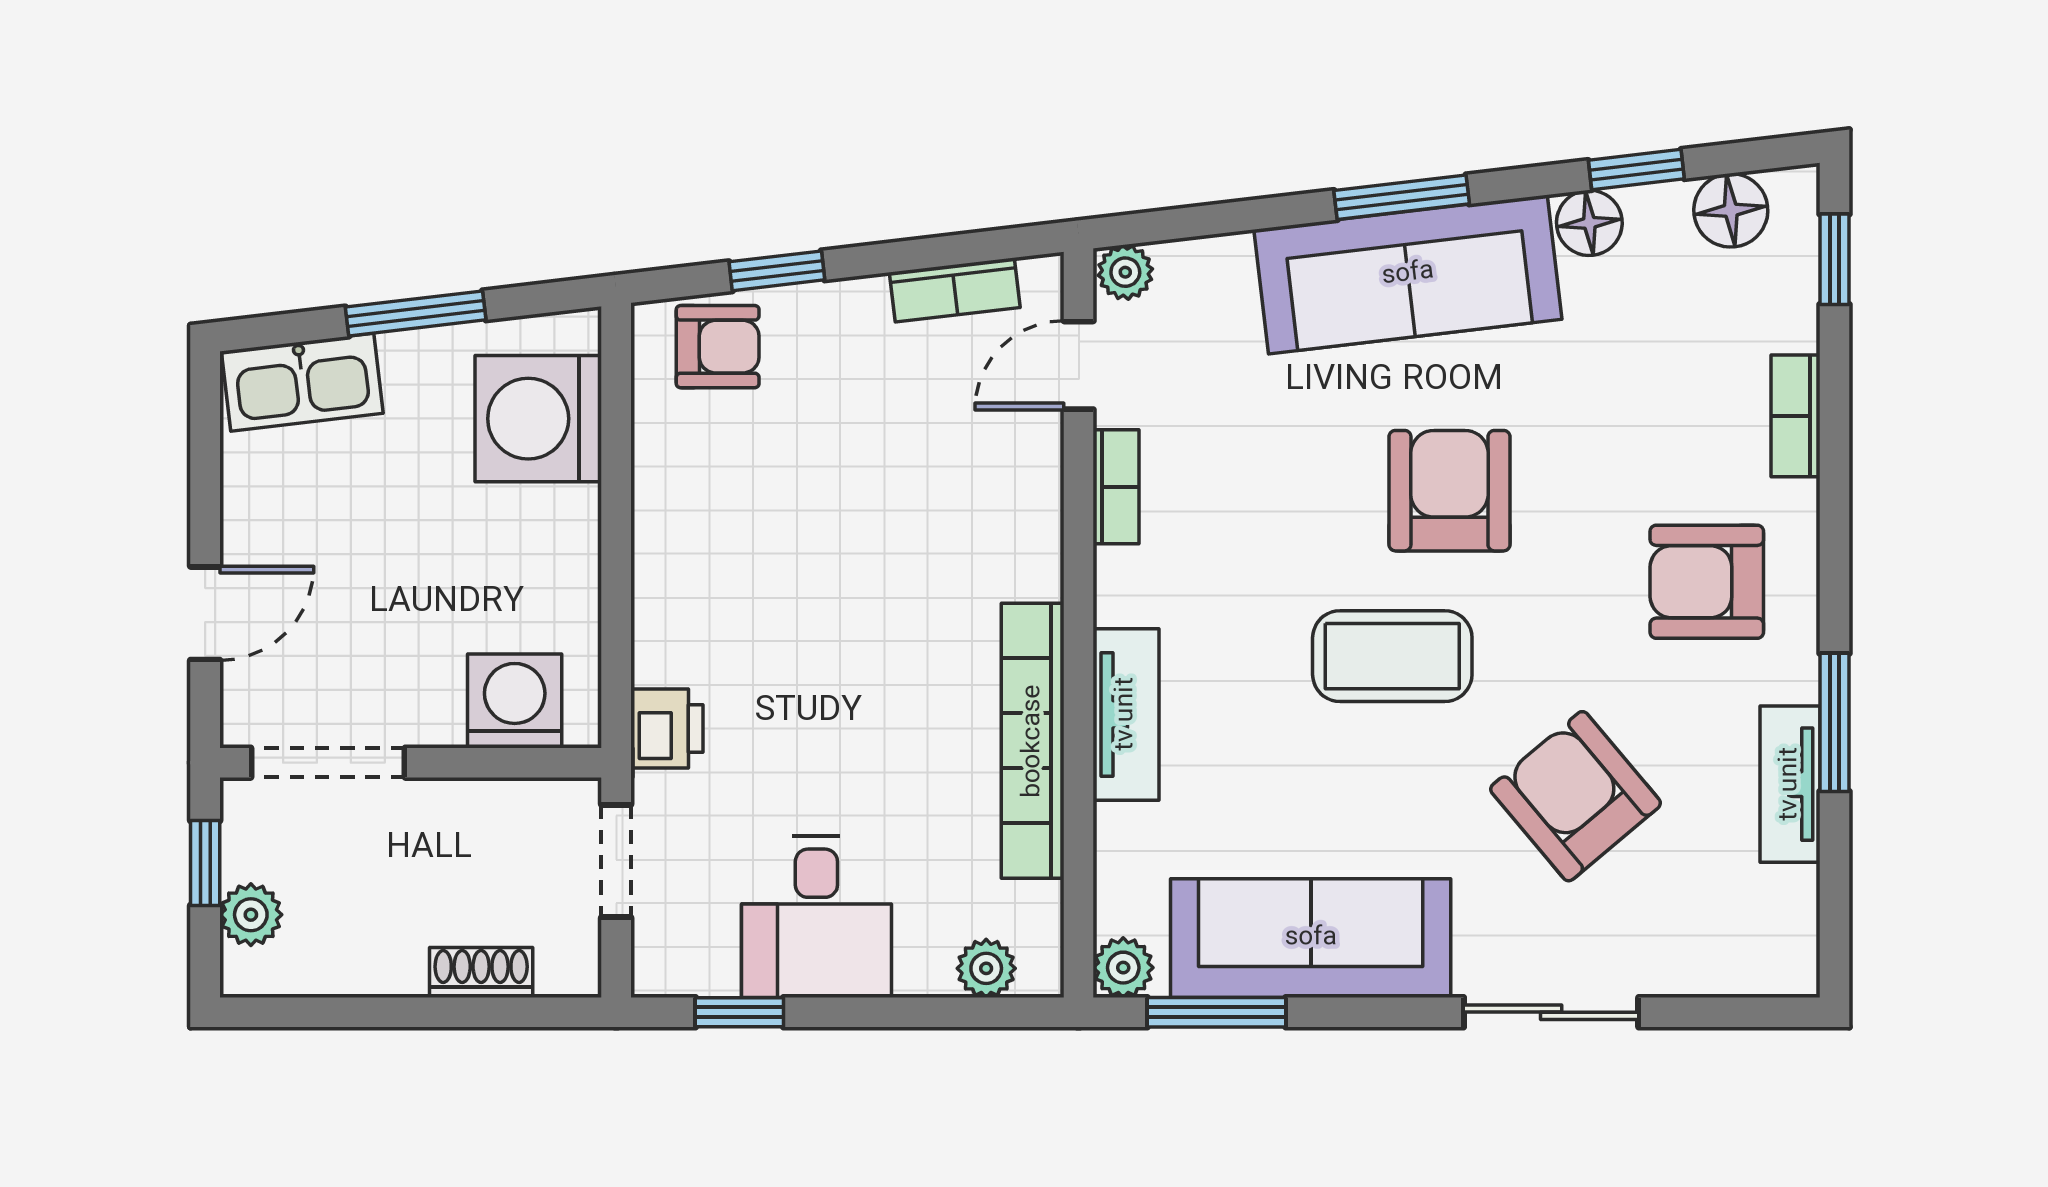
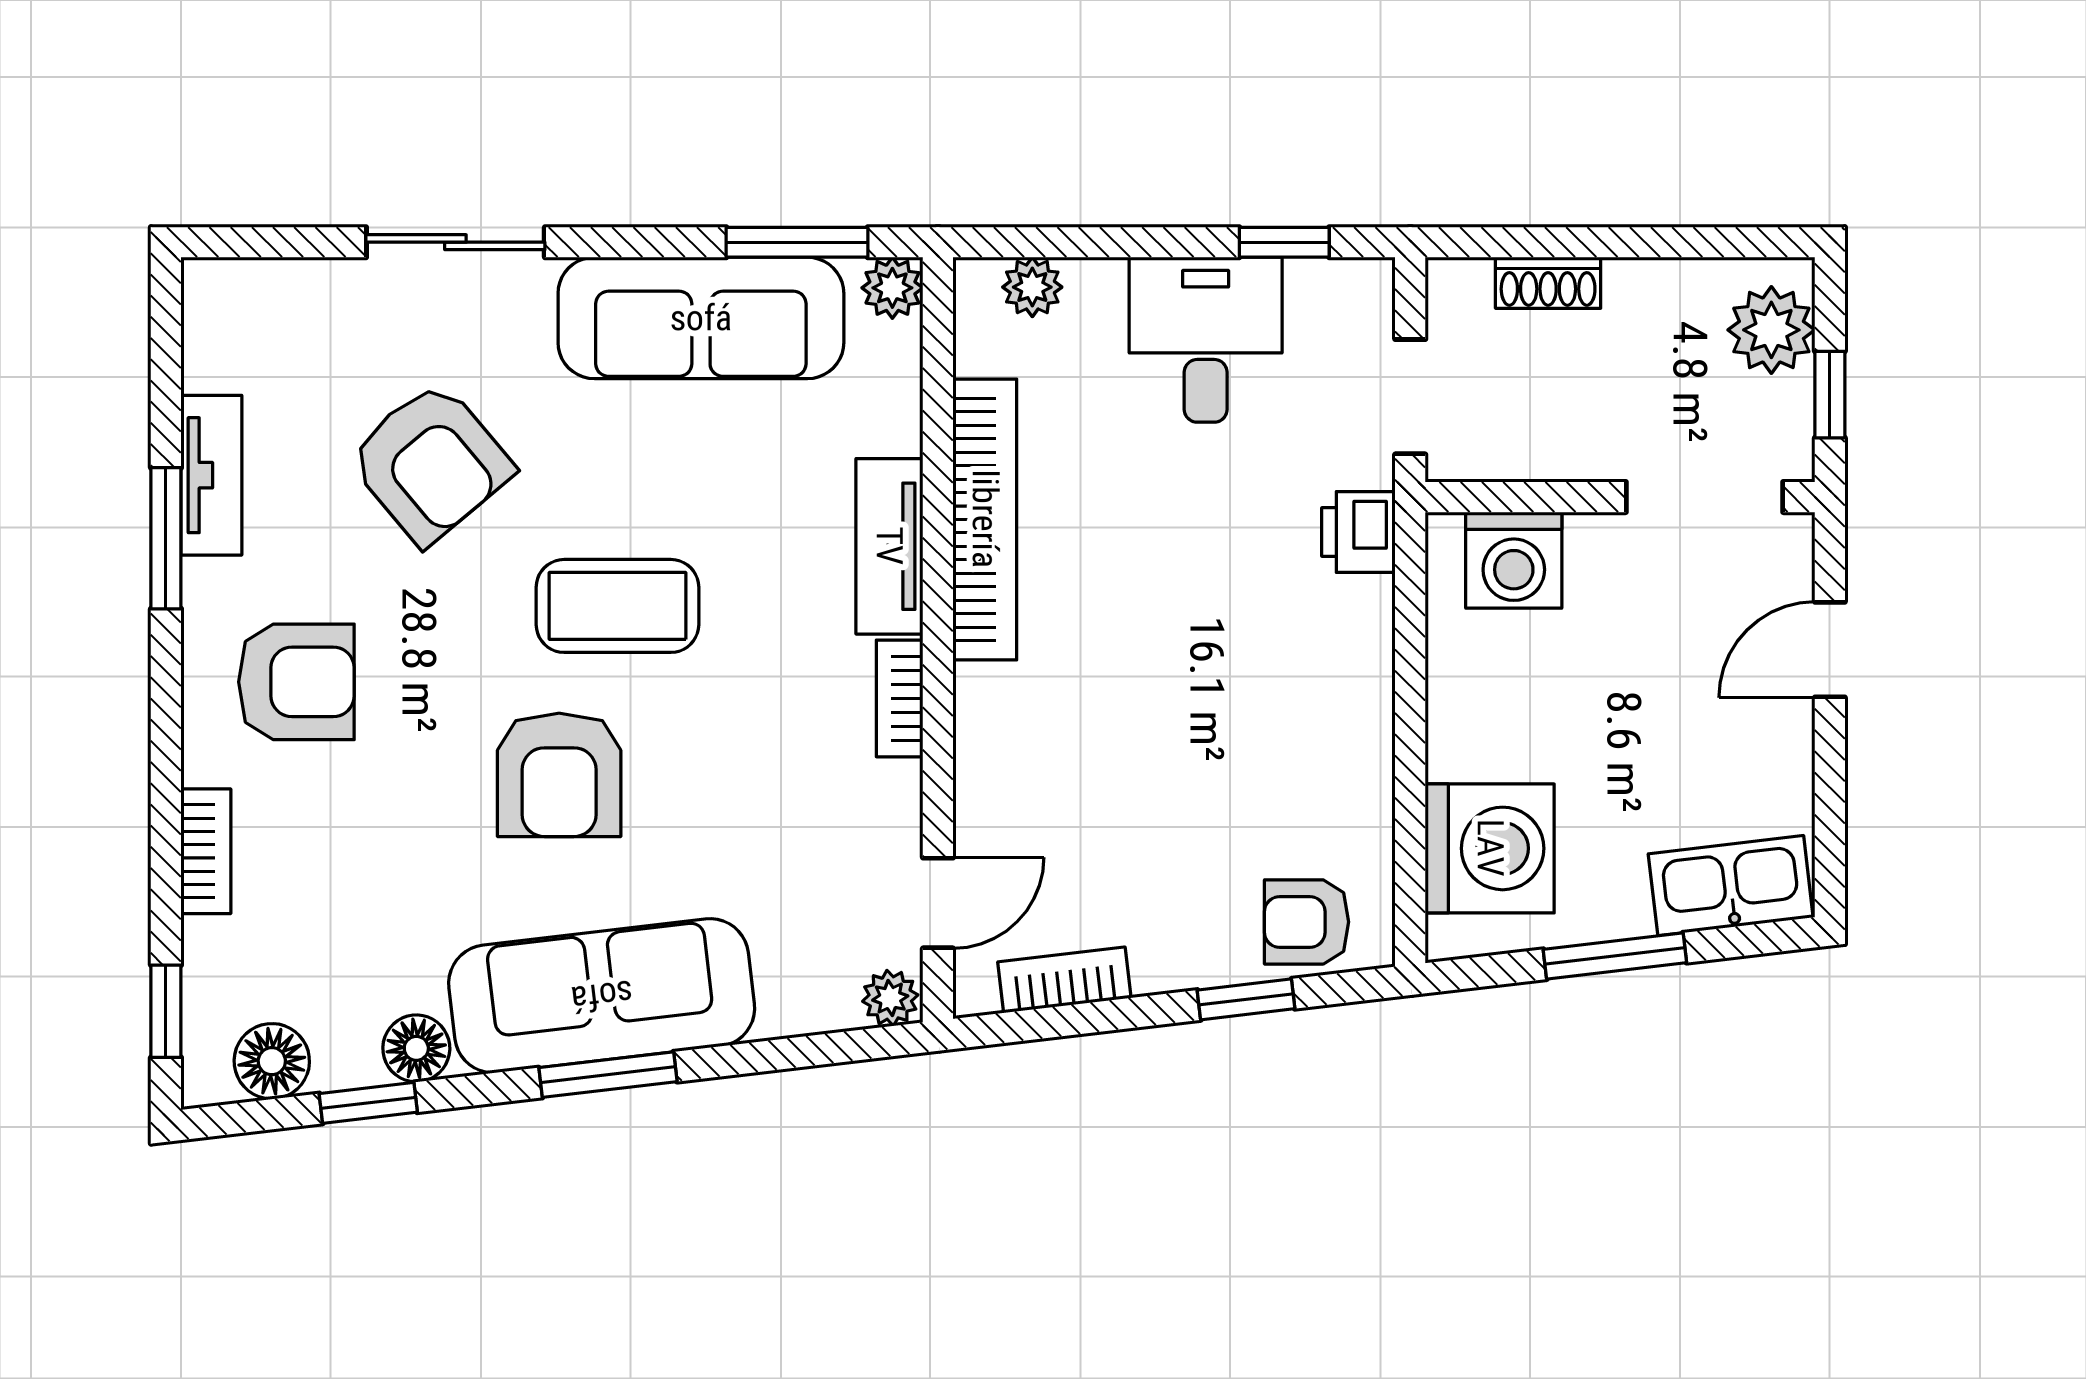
bookcase: (1116, 487) -> (900, 698), moved
plant: (251, 915) -> (1771, 330), width x1.38, depth x1.38

